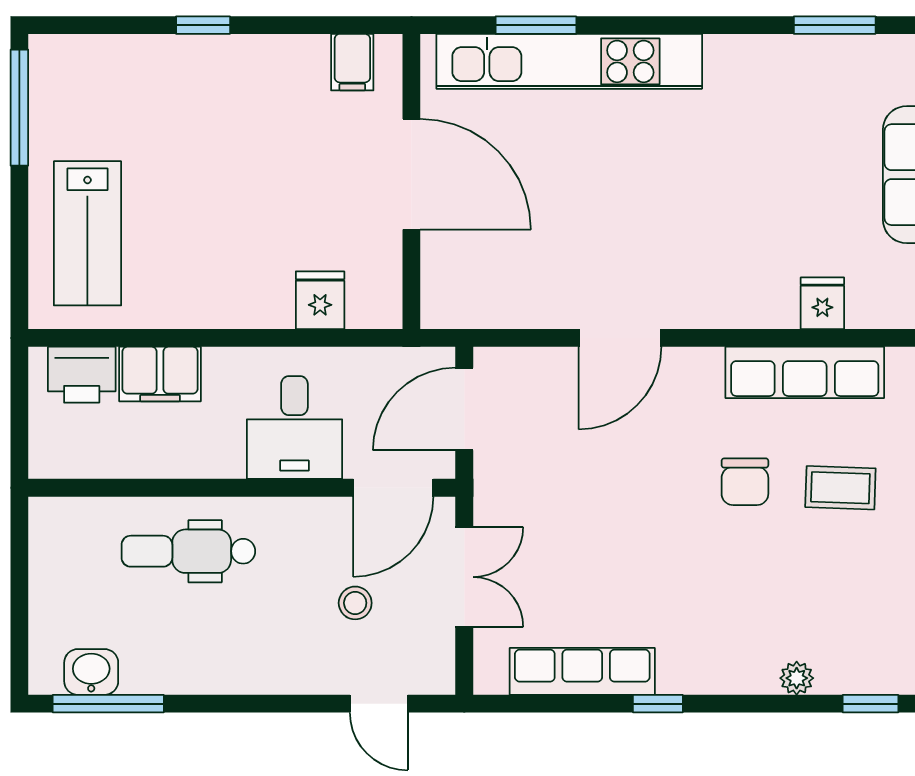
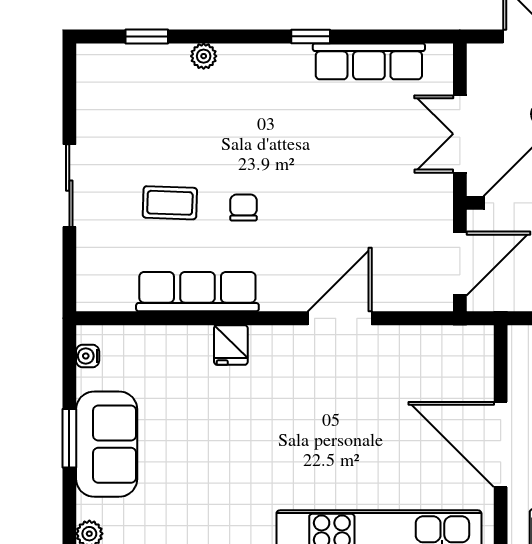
fridge: (822, 303) -> (231, 345), moved
chair: (745, 482) -> (244, 207), width x0.73, depth x0.73

